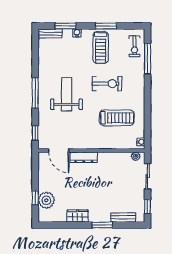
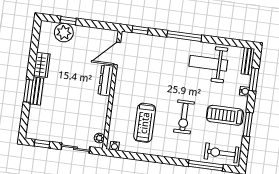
exercise bike: (134, 46) -> (221, 153), width x1.38, depth x1.39
weight bench: (67, 94) -> (208, 63), moved, turned 180
bench: (123, 217) -> (37, 91), moved

